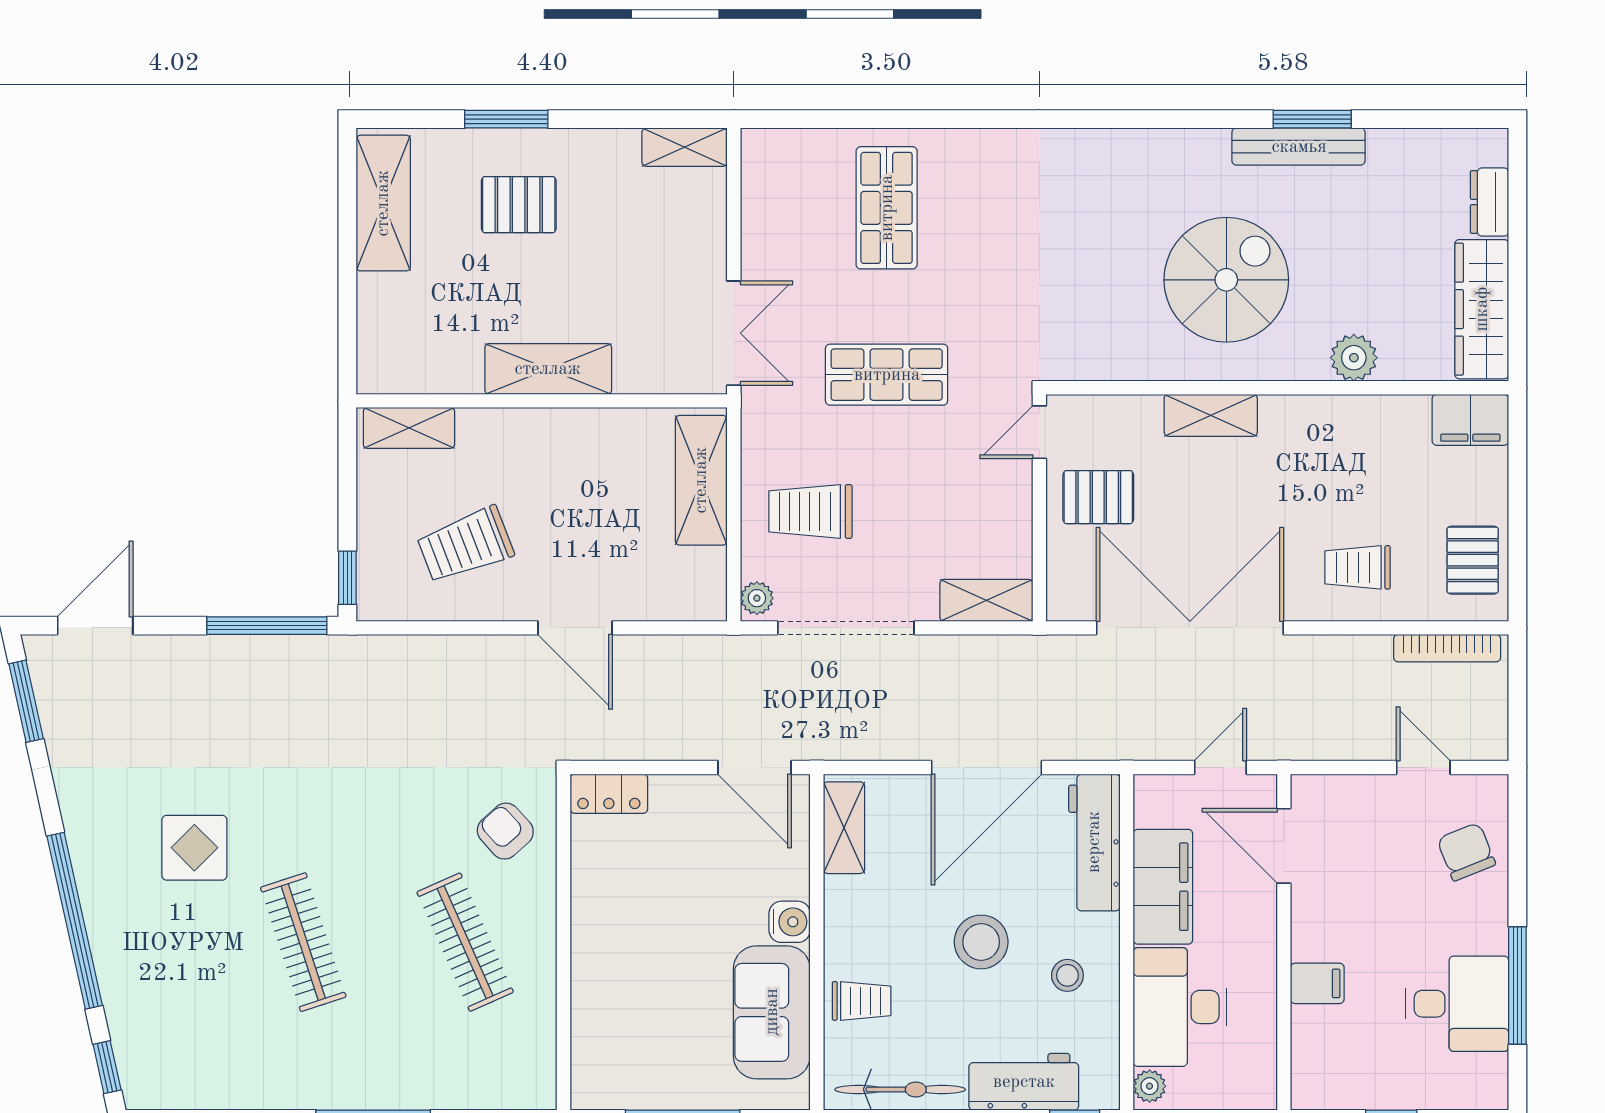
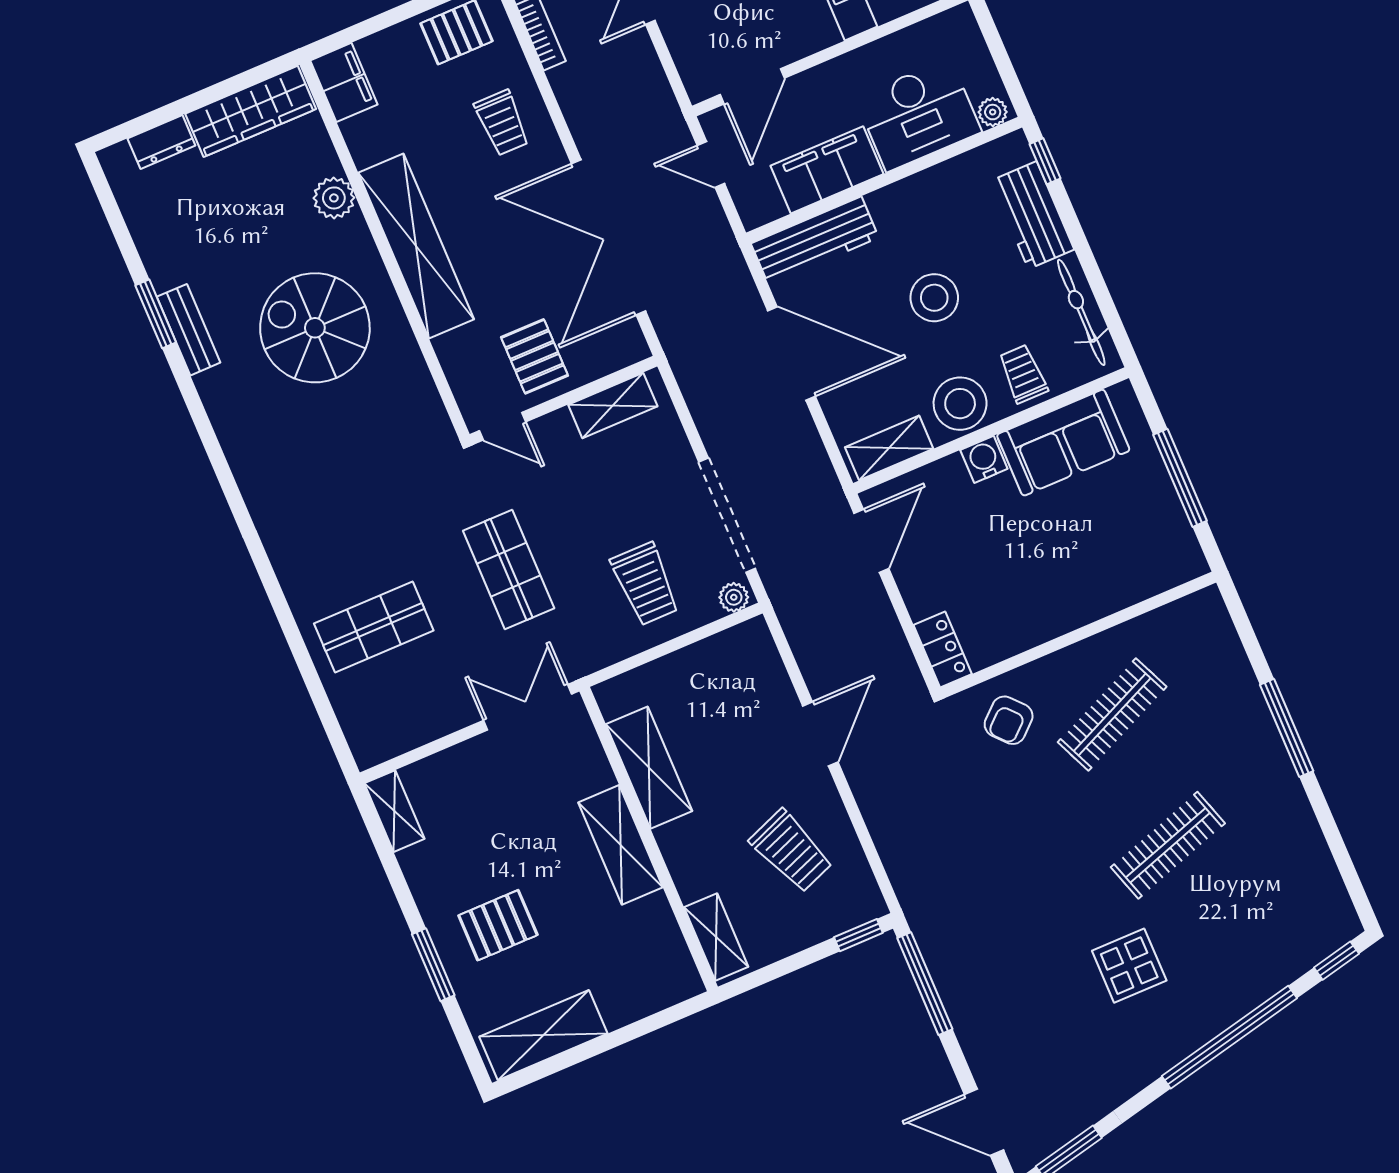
bench: (1299, 147) -> (189, 330), width x0.73
pallet: (519, 205) -> (498, 925), turned 90
shelving: (1211, 415) -> (416, 246), width x2.20, depth x1.33
shelving: (701, 480) -> (649, 768), moved, turned 90
shelving: (986, 600) -> (613, 405), moved, turned 90
stool: (1067, 975) -> (960, 404), moved, width x1.89, depth x1.89

